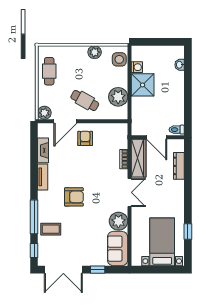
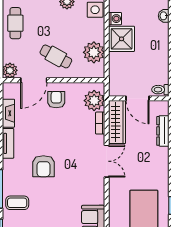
armchair: (74, 197) -> (43, 166), turned 90
plant: (118, 221) -> (94, 101), moved

